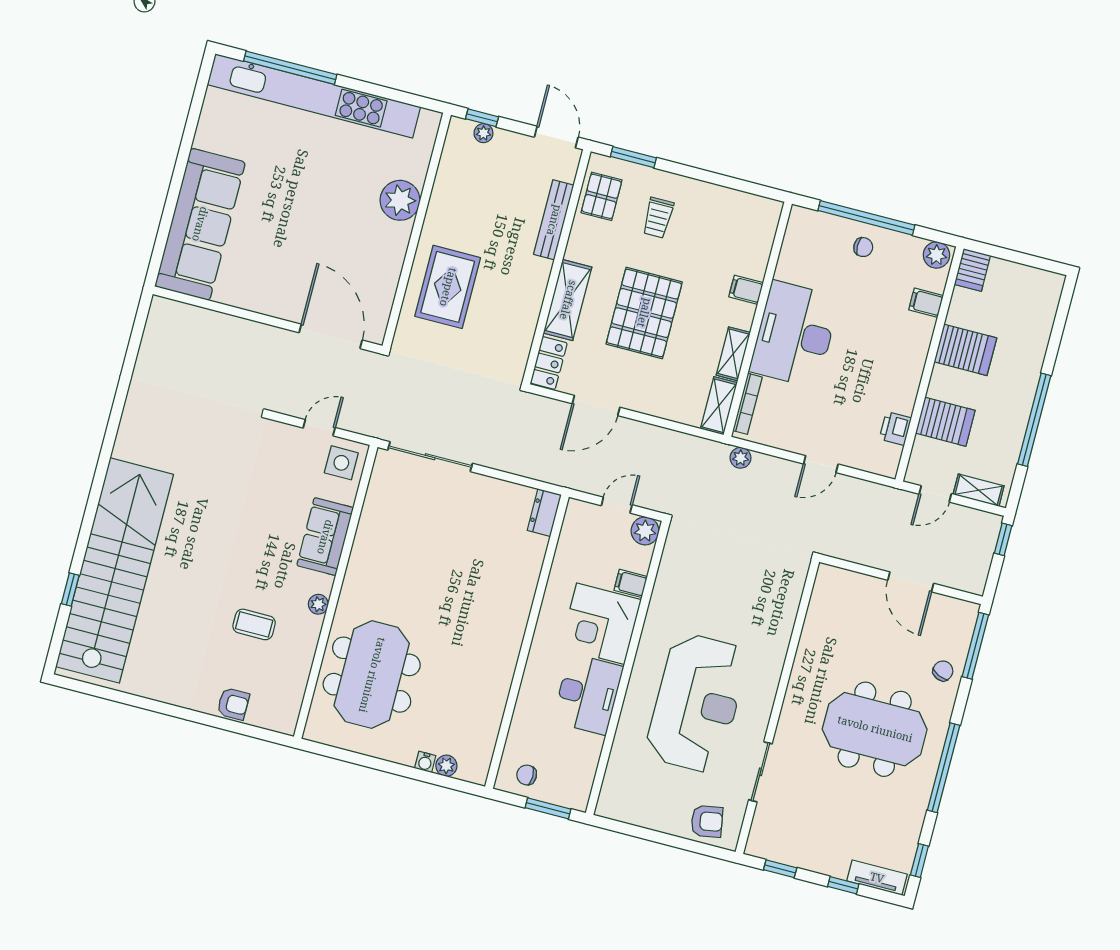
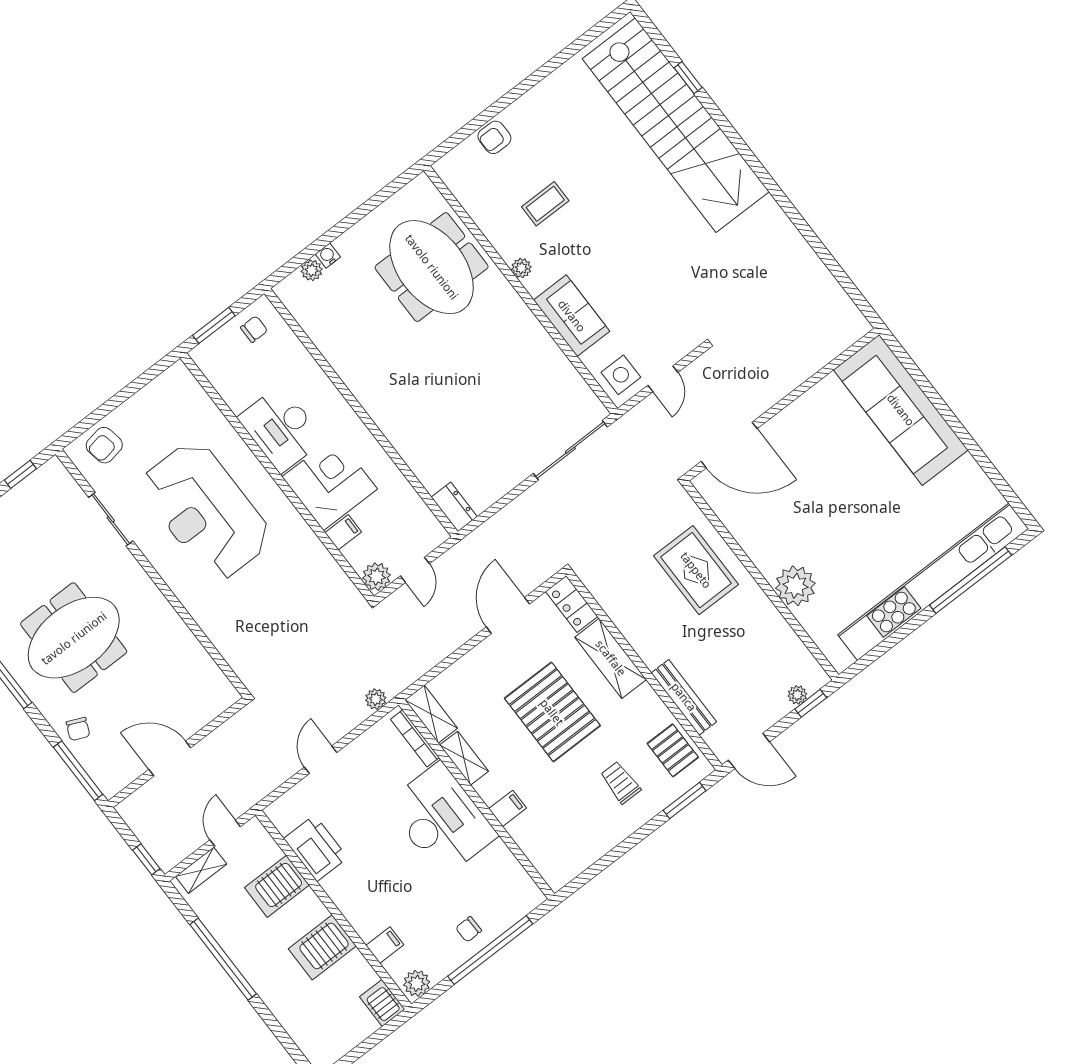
printer: (895, 428) -> (316, 848), width x1.87, depth x1.48

